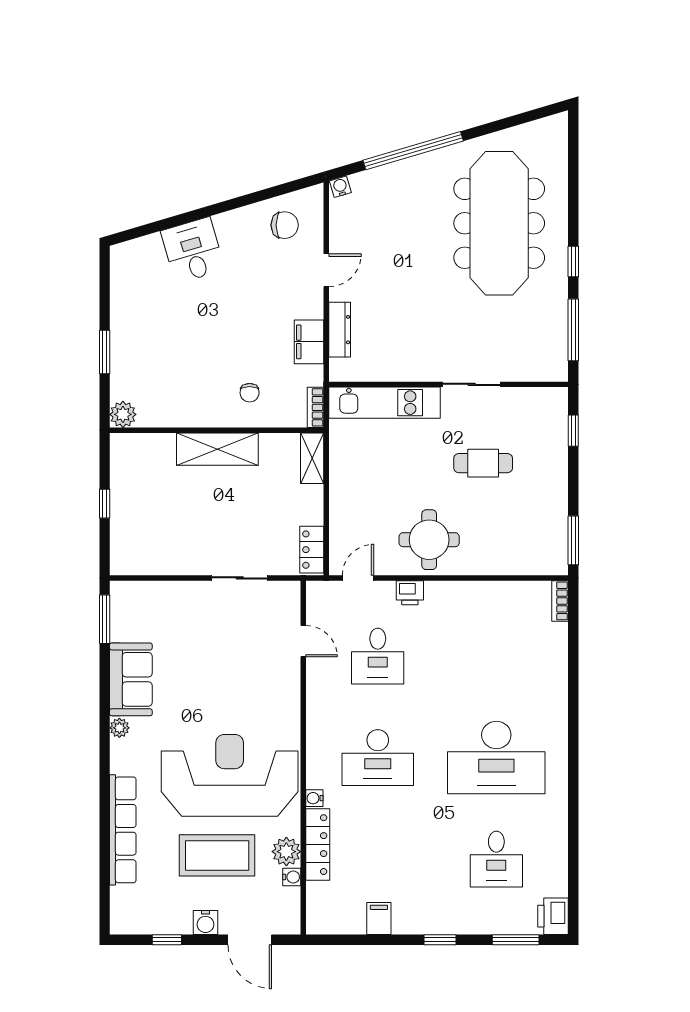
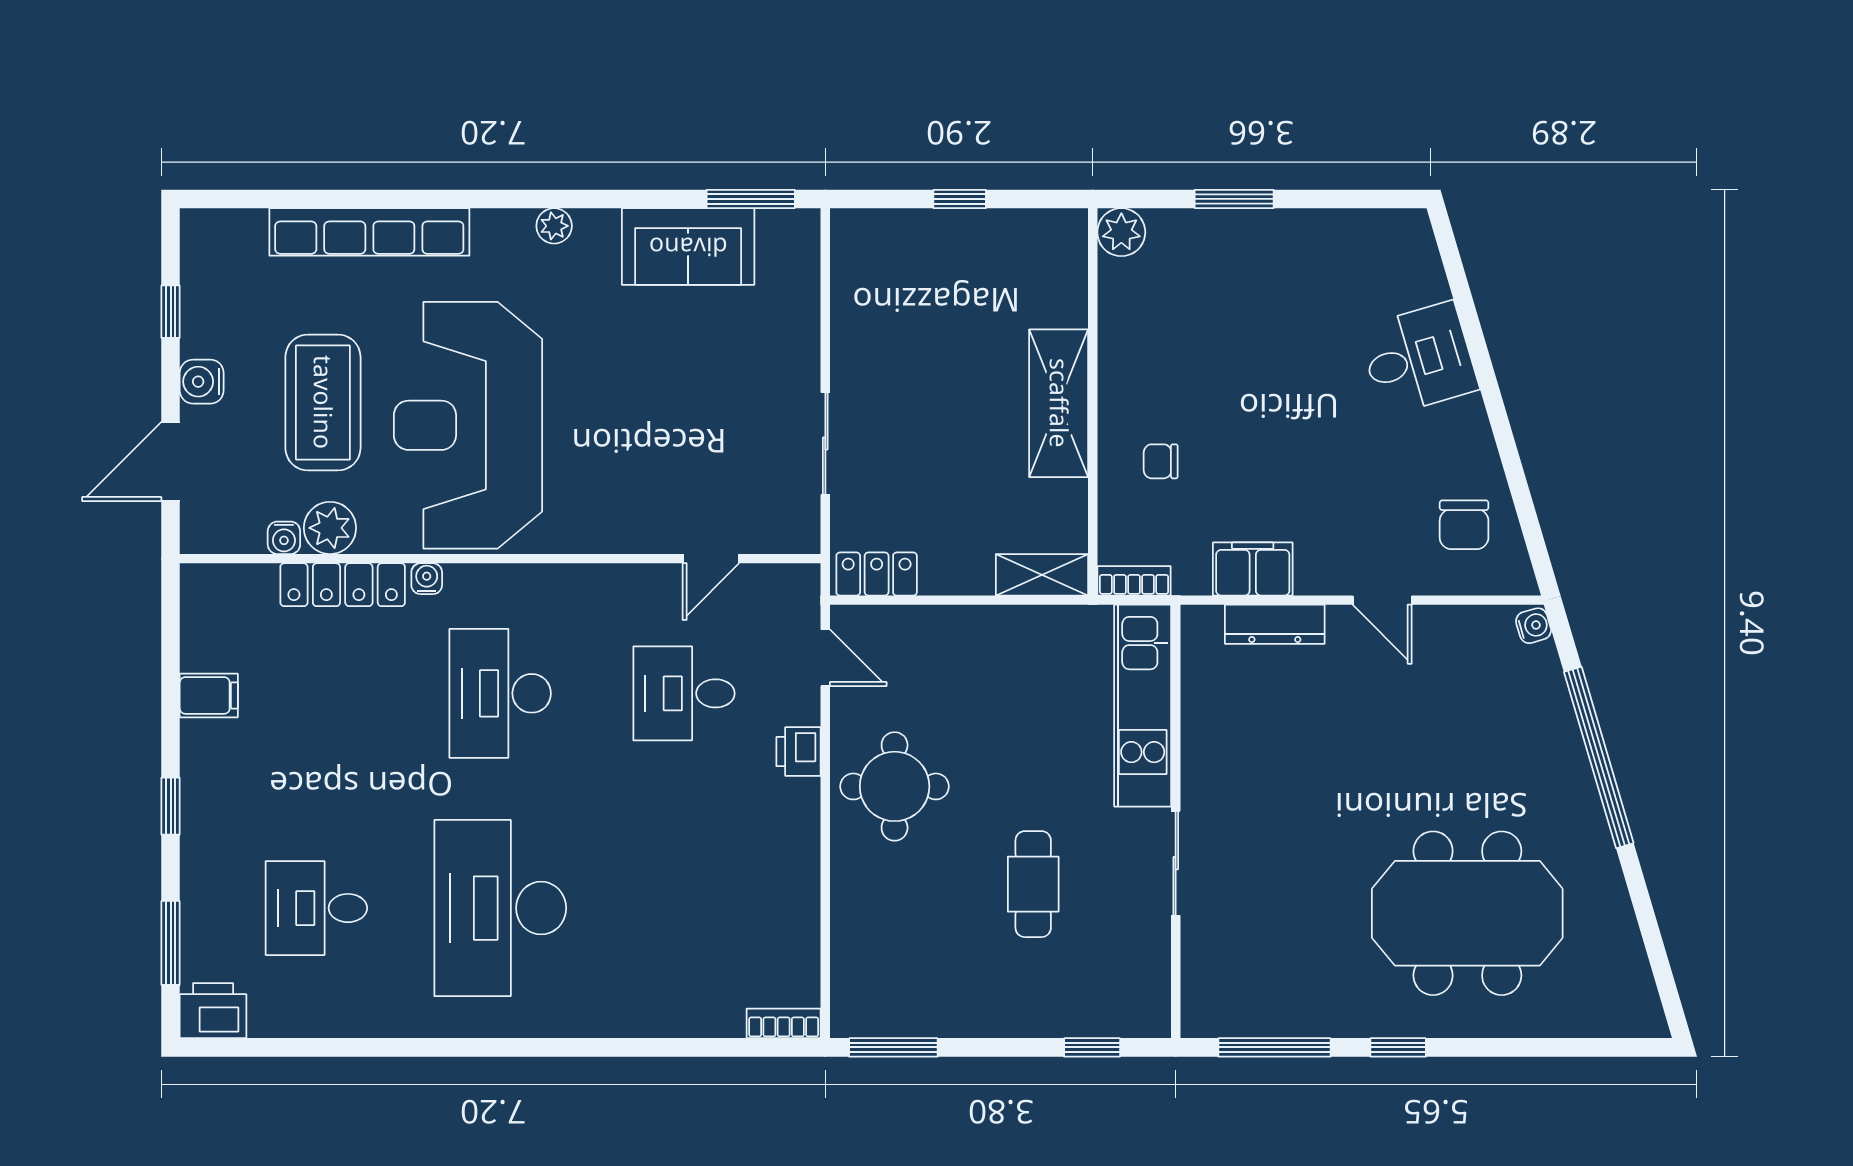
meeting table: (499, 223) -> (1467, 913), width x0.73
sofa: (131, 679) -> (688, 247), moved
reception desk: (230, 775) -> (468, 425), turned 180

